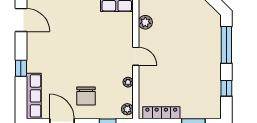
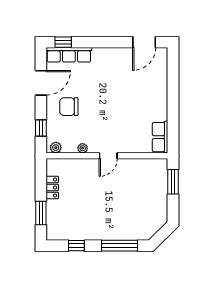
plant: (145, 22) -> (142, 165), removed
window: (21, 68) -> (63, 42), moved
locker: (161, 113) -> (52, 187), width x0.66

